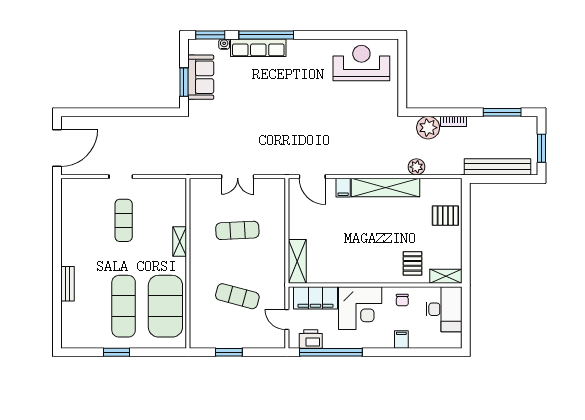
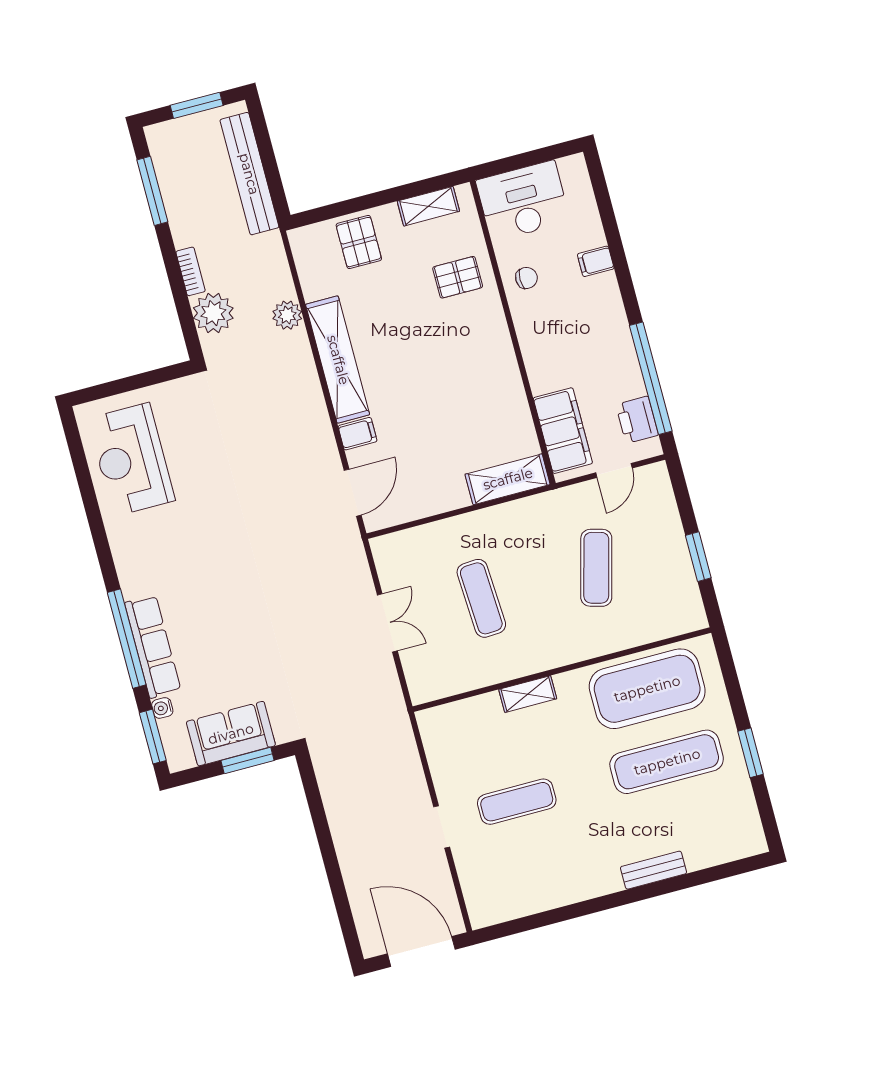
shelving: (446, 276) -> (428, 206), moved, turned 90
corner desk: (360, 308) -> (560, 348), removed

